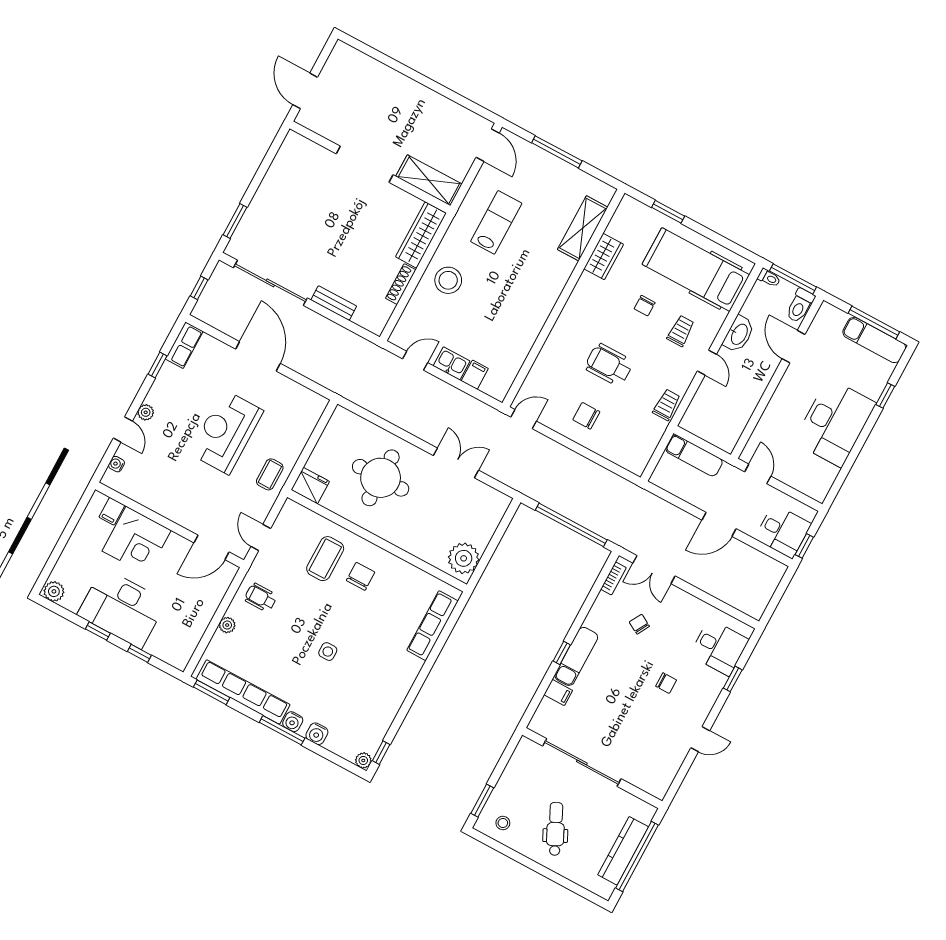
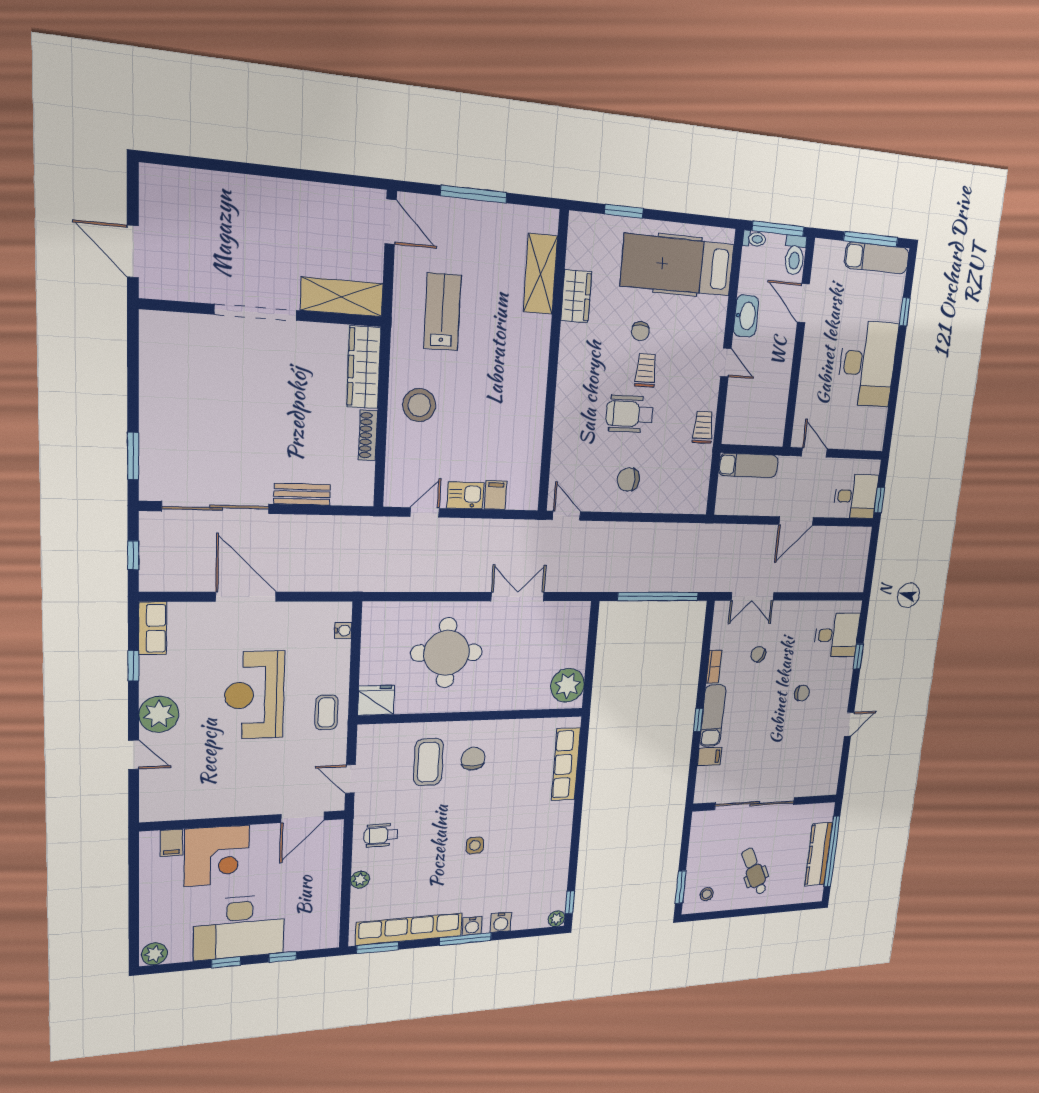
trolley: (681, 331) -> (646, 370), moved
plant: (146, 412) -> (159, 714), width x1.87, depth x1.87
door: (524, 419) -> (567, 516), hinge flipped
water cooler: (116, 464) -> (343, 631), moved, turned 180
bookcase: (613, 578) -> (714, 667), moved

